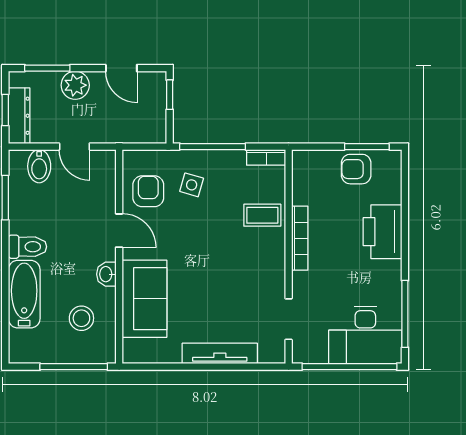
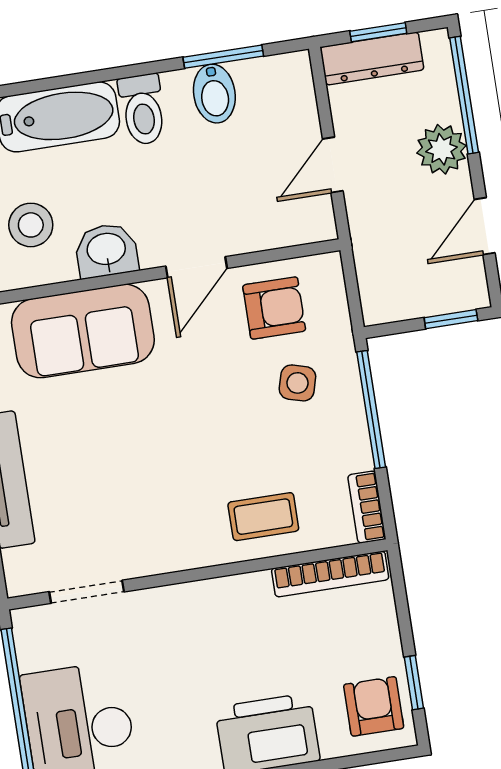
window: (47, 68) -> (464, 95), width x1.44
window: (367, 147) -> (414, 683), width x0.67
bidet: (39, 166) -> (214, 94), moved, turned -90
armchair: (356, 169) -> (374, 706), moved
coffee table: (262, 215) -> (263, 517), turned 90
bookcase: (300, 238) -> (330, 574), moved
washbasin: (106, 274) -> (106, 250), width x1.38, depth x1.45

